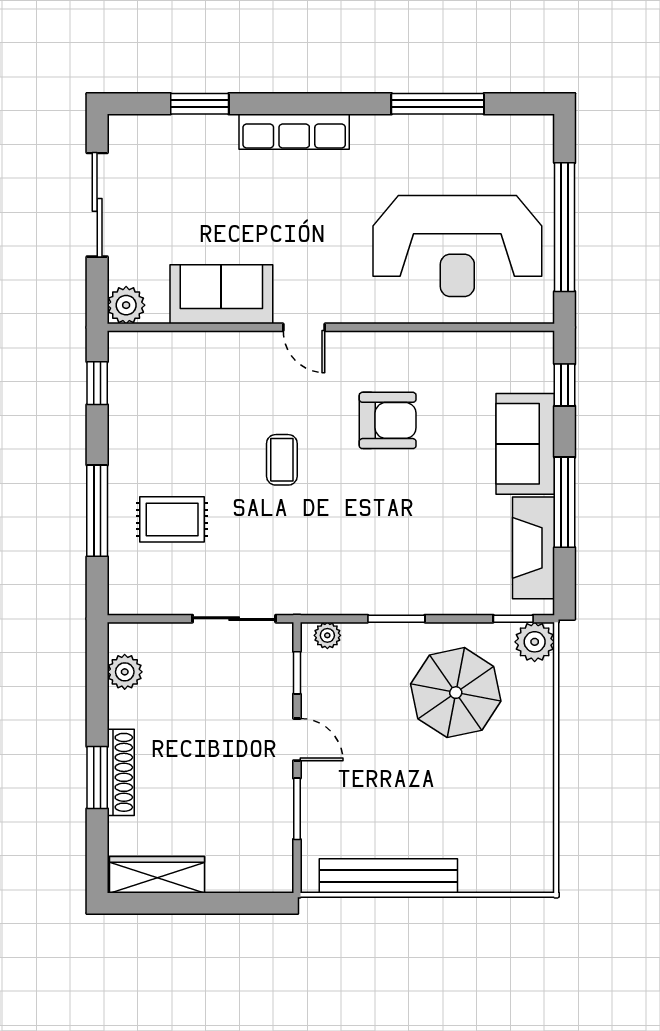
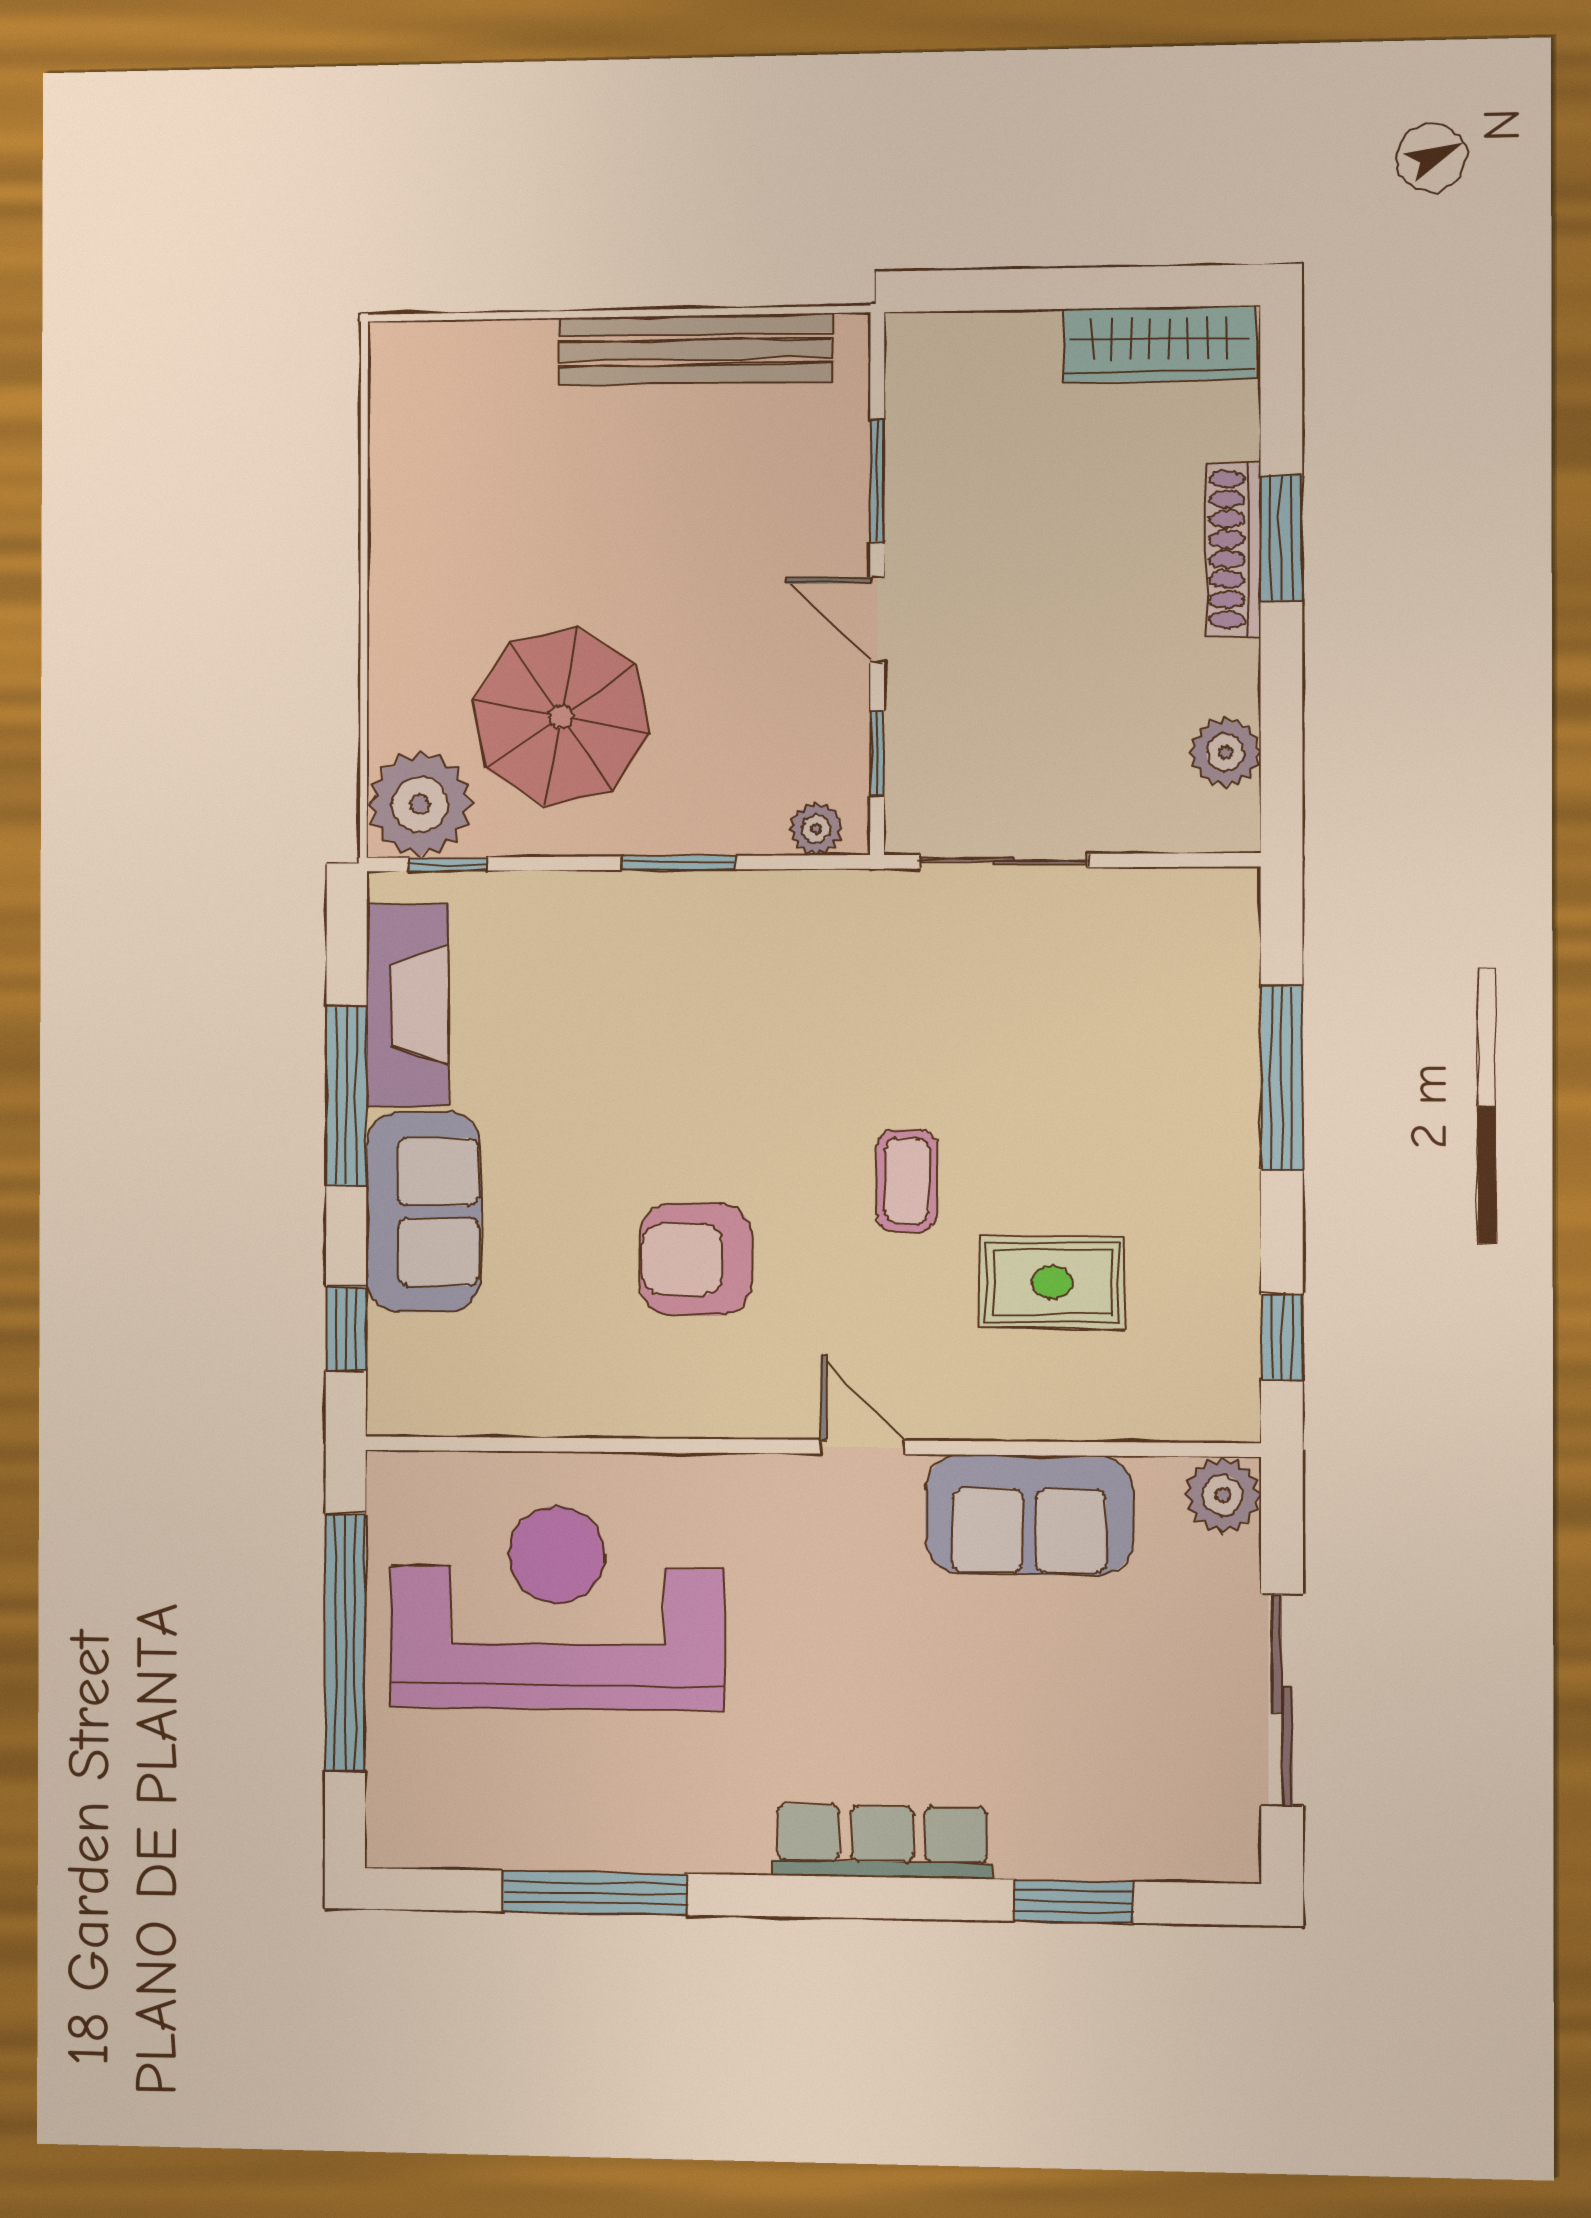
rug: (172, 519) -> (1052, 1283), moved
plant: (535, 642) -> (420, 804), width x1.36, depth x1.36

